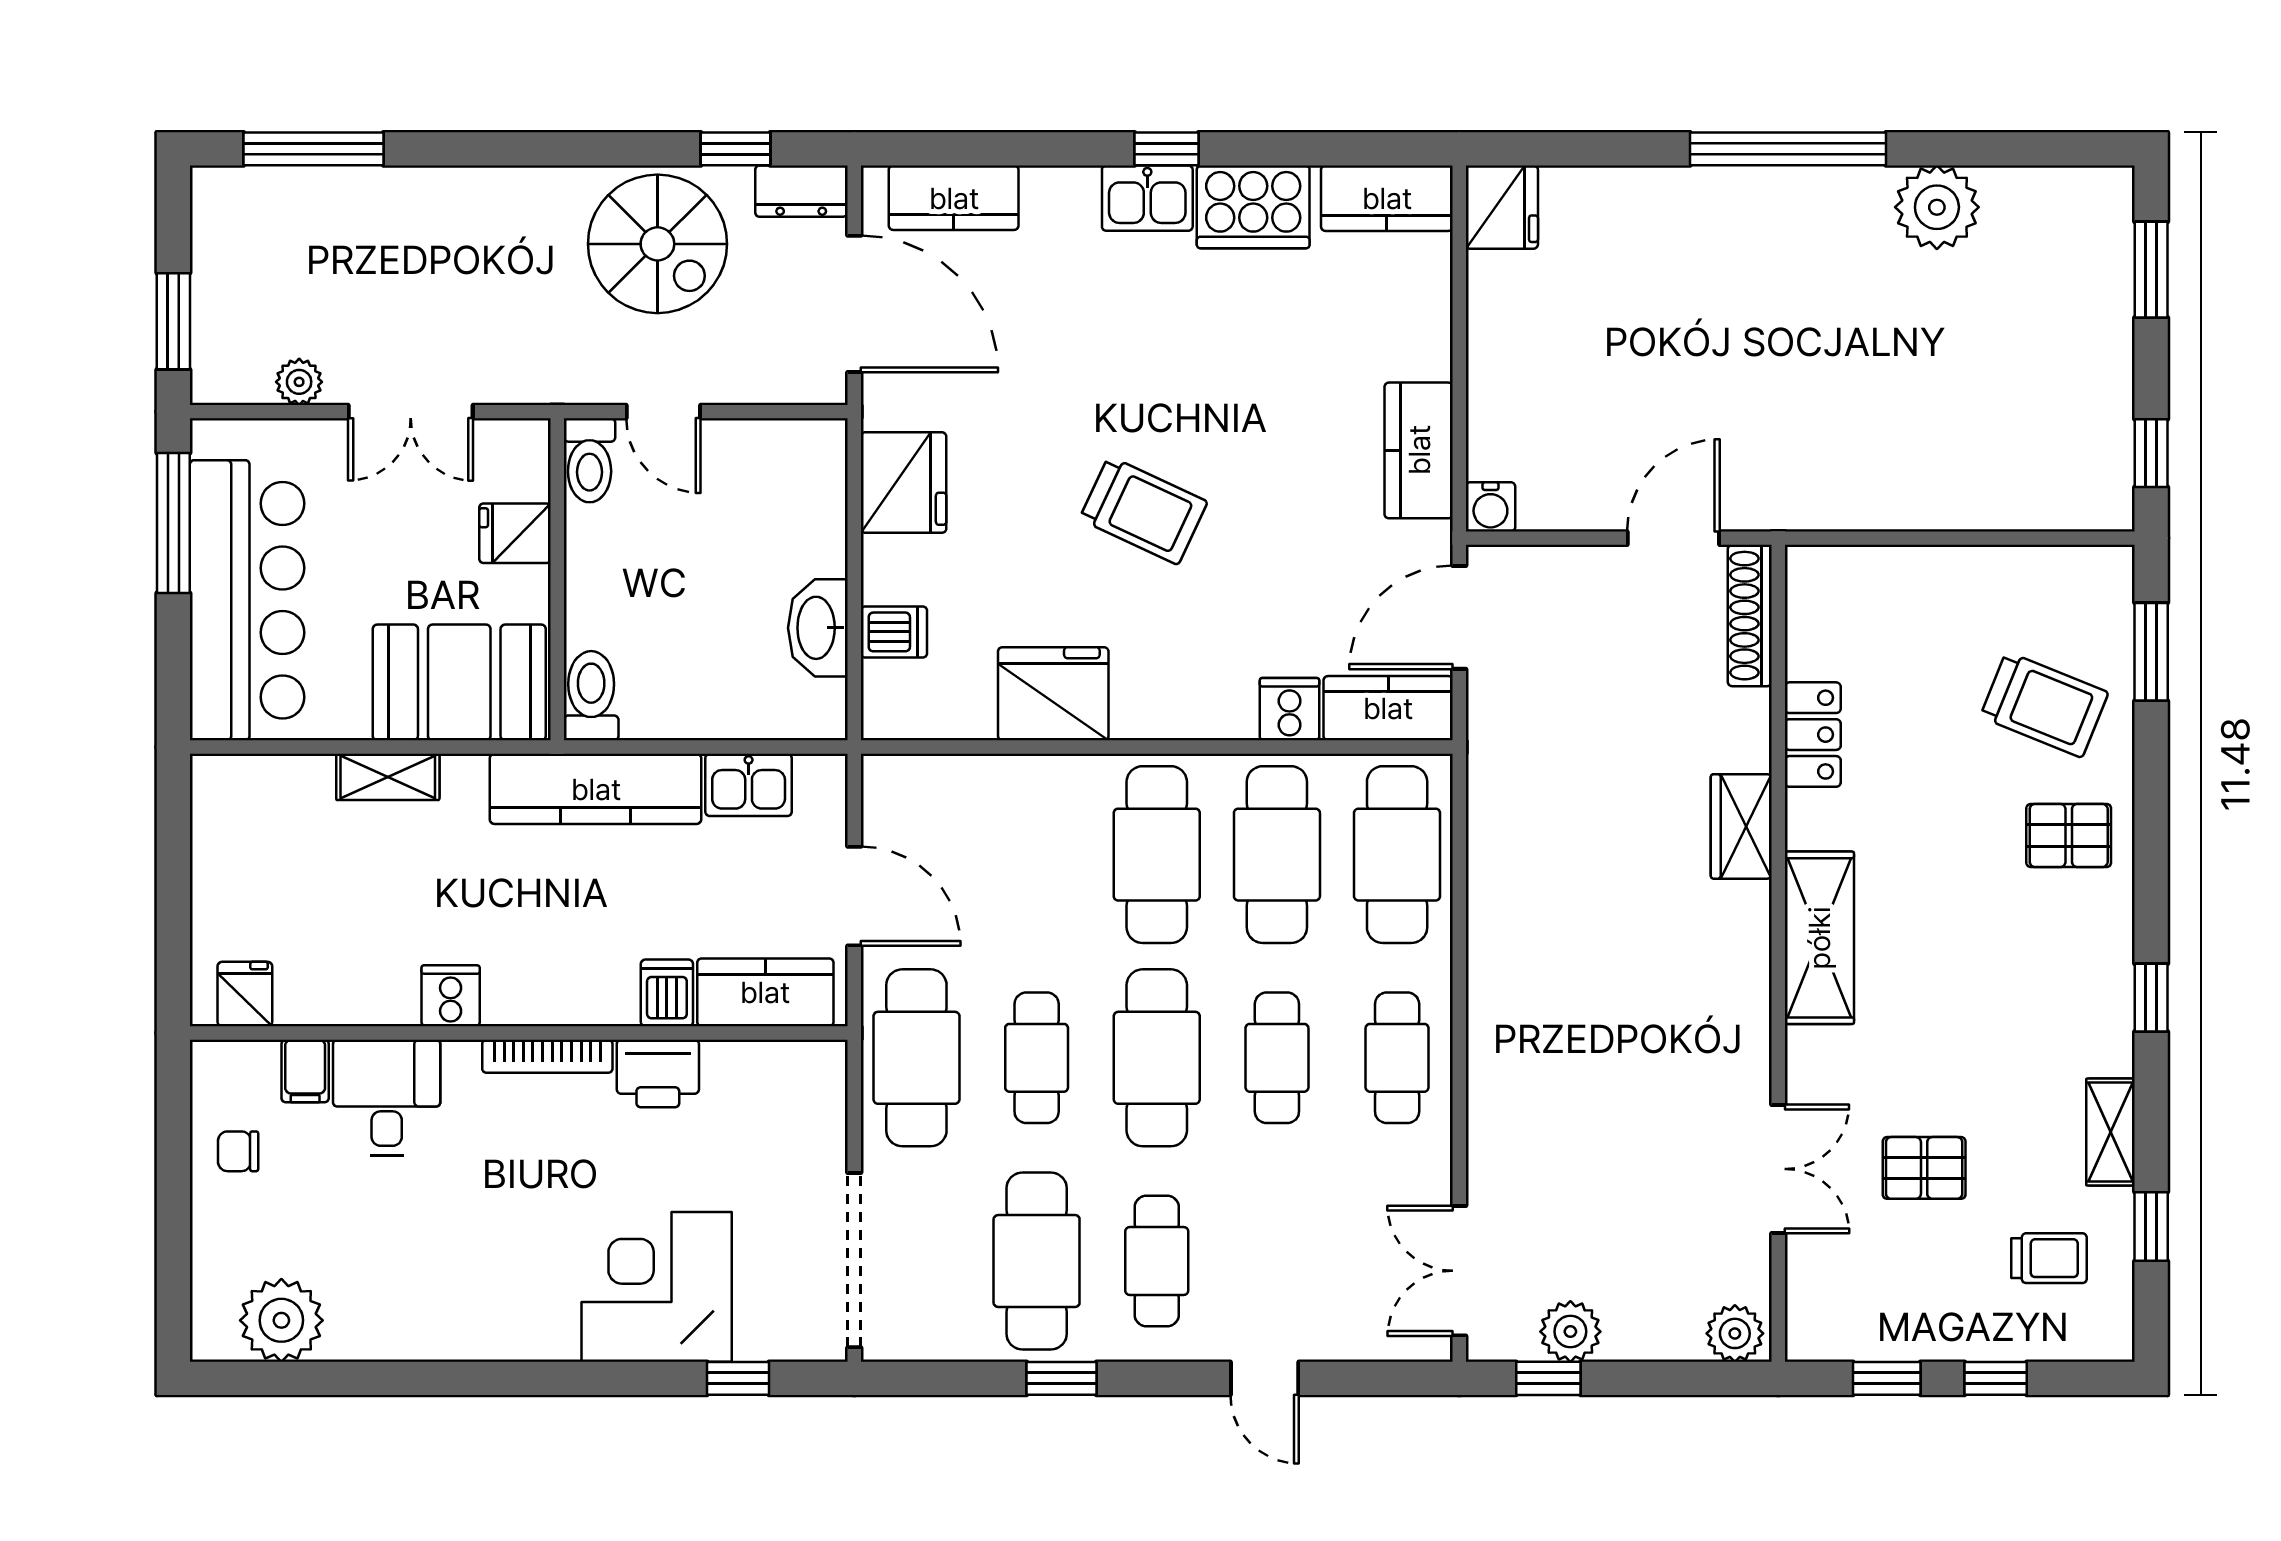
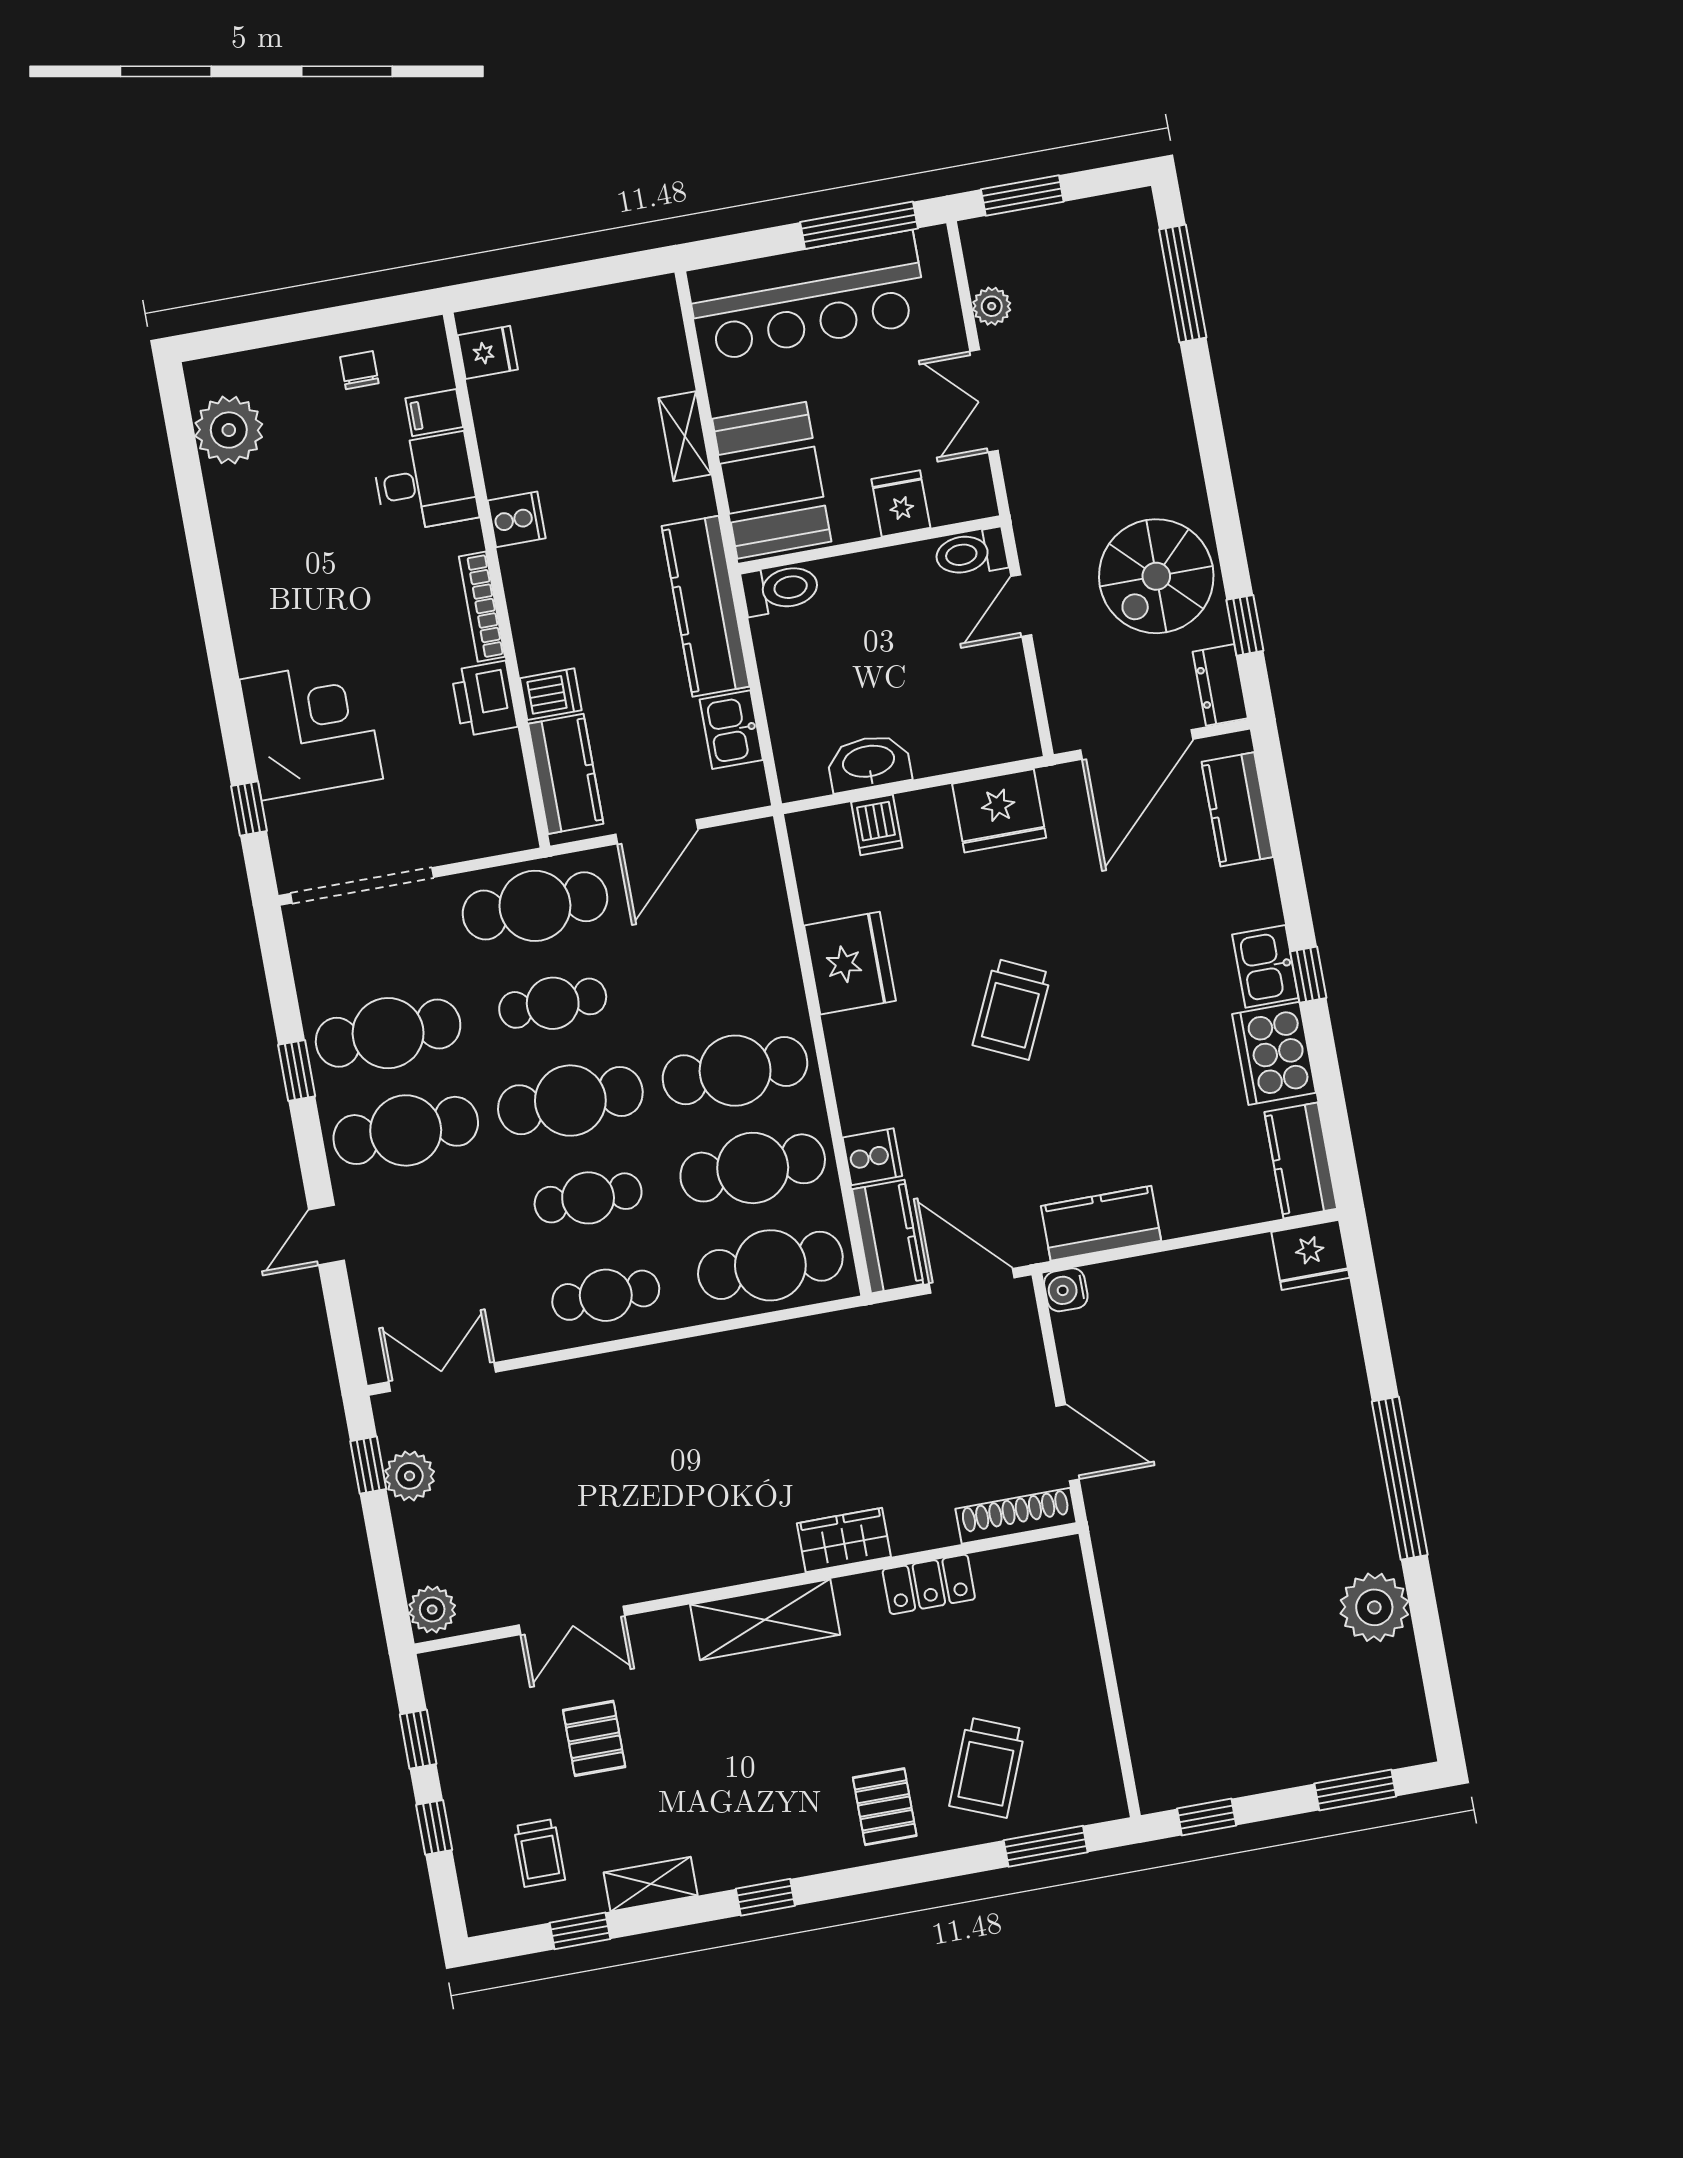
cafe table: (1157, 1261) -> (406, 1130), width x1.37, depth x1.35

